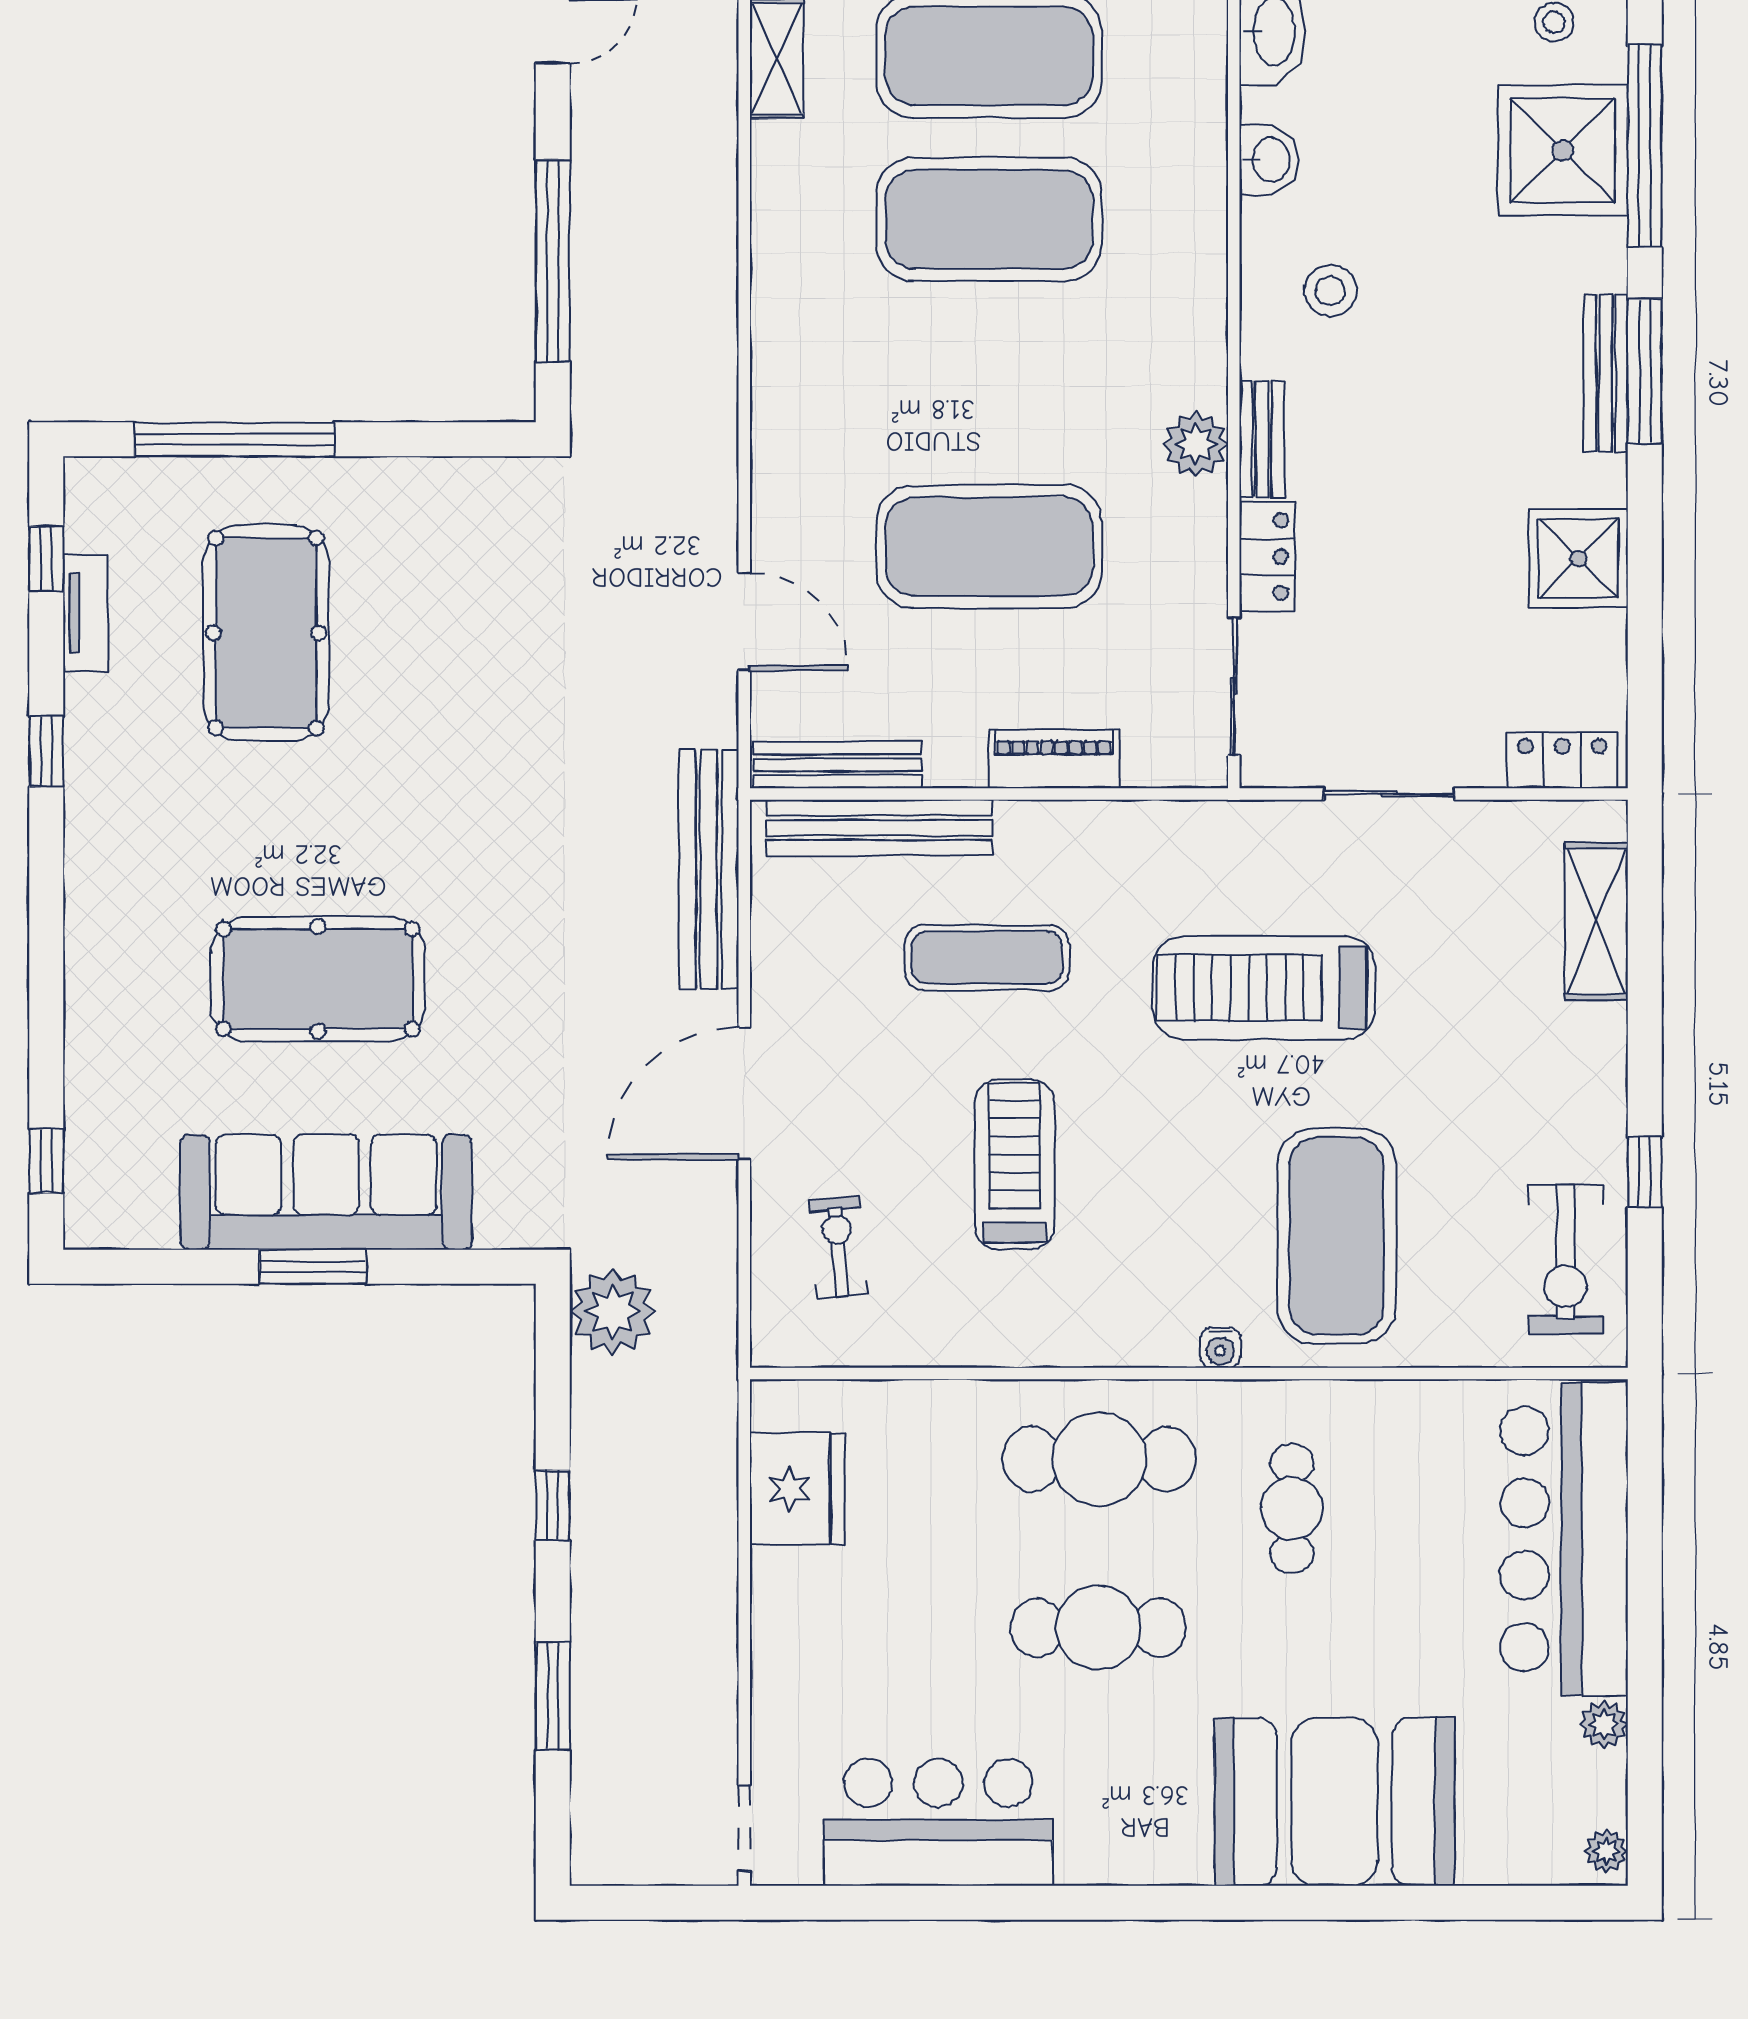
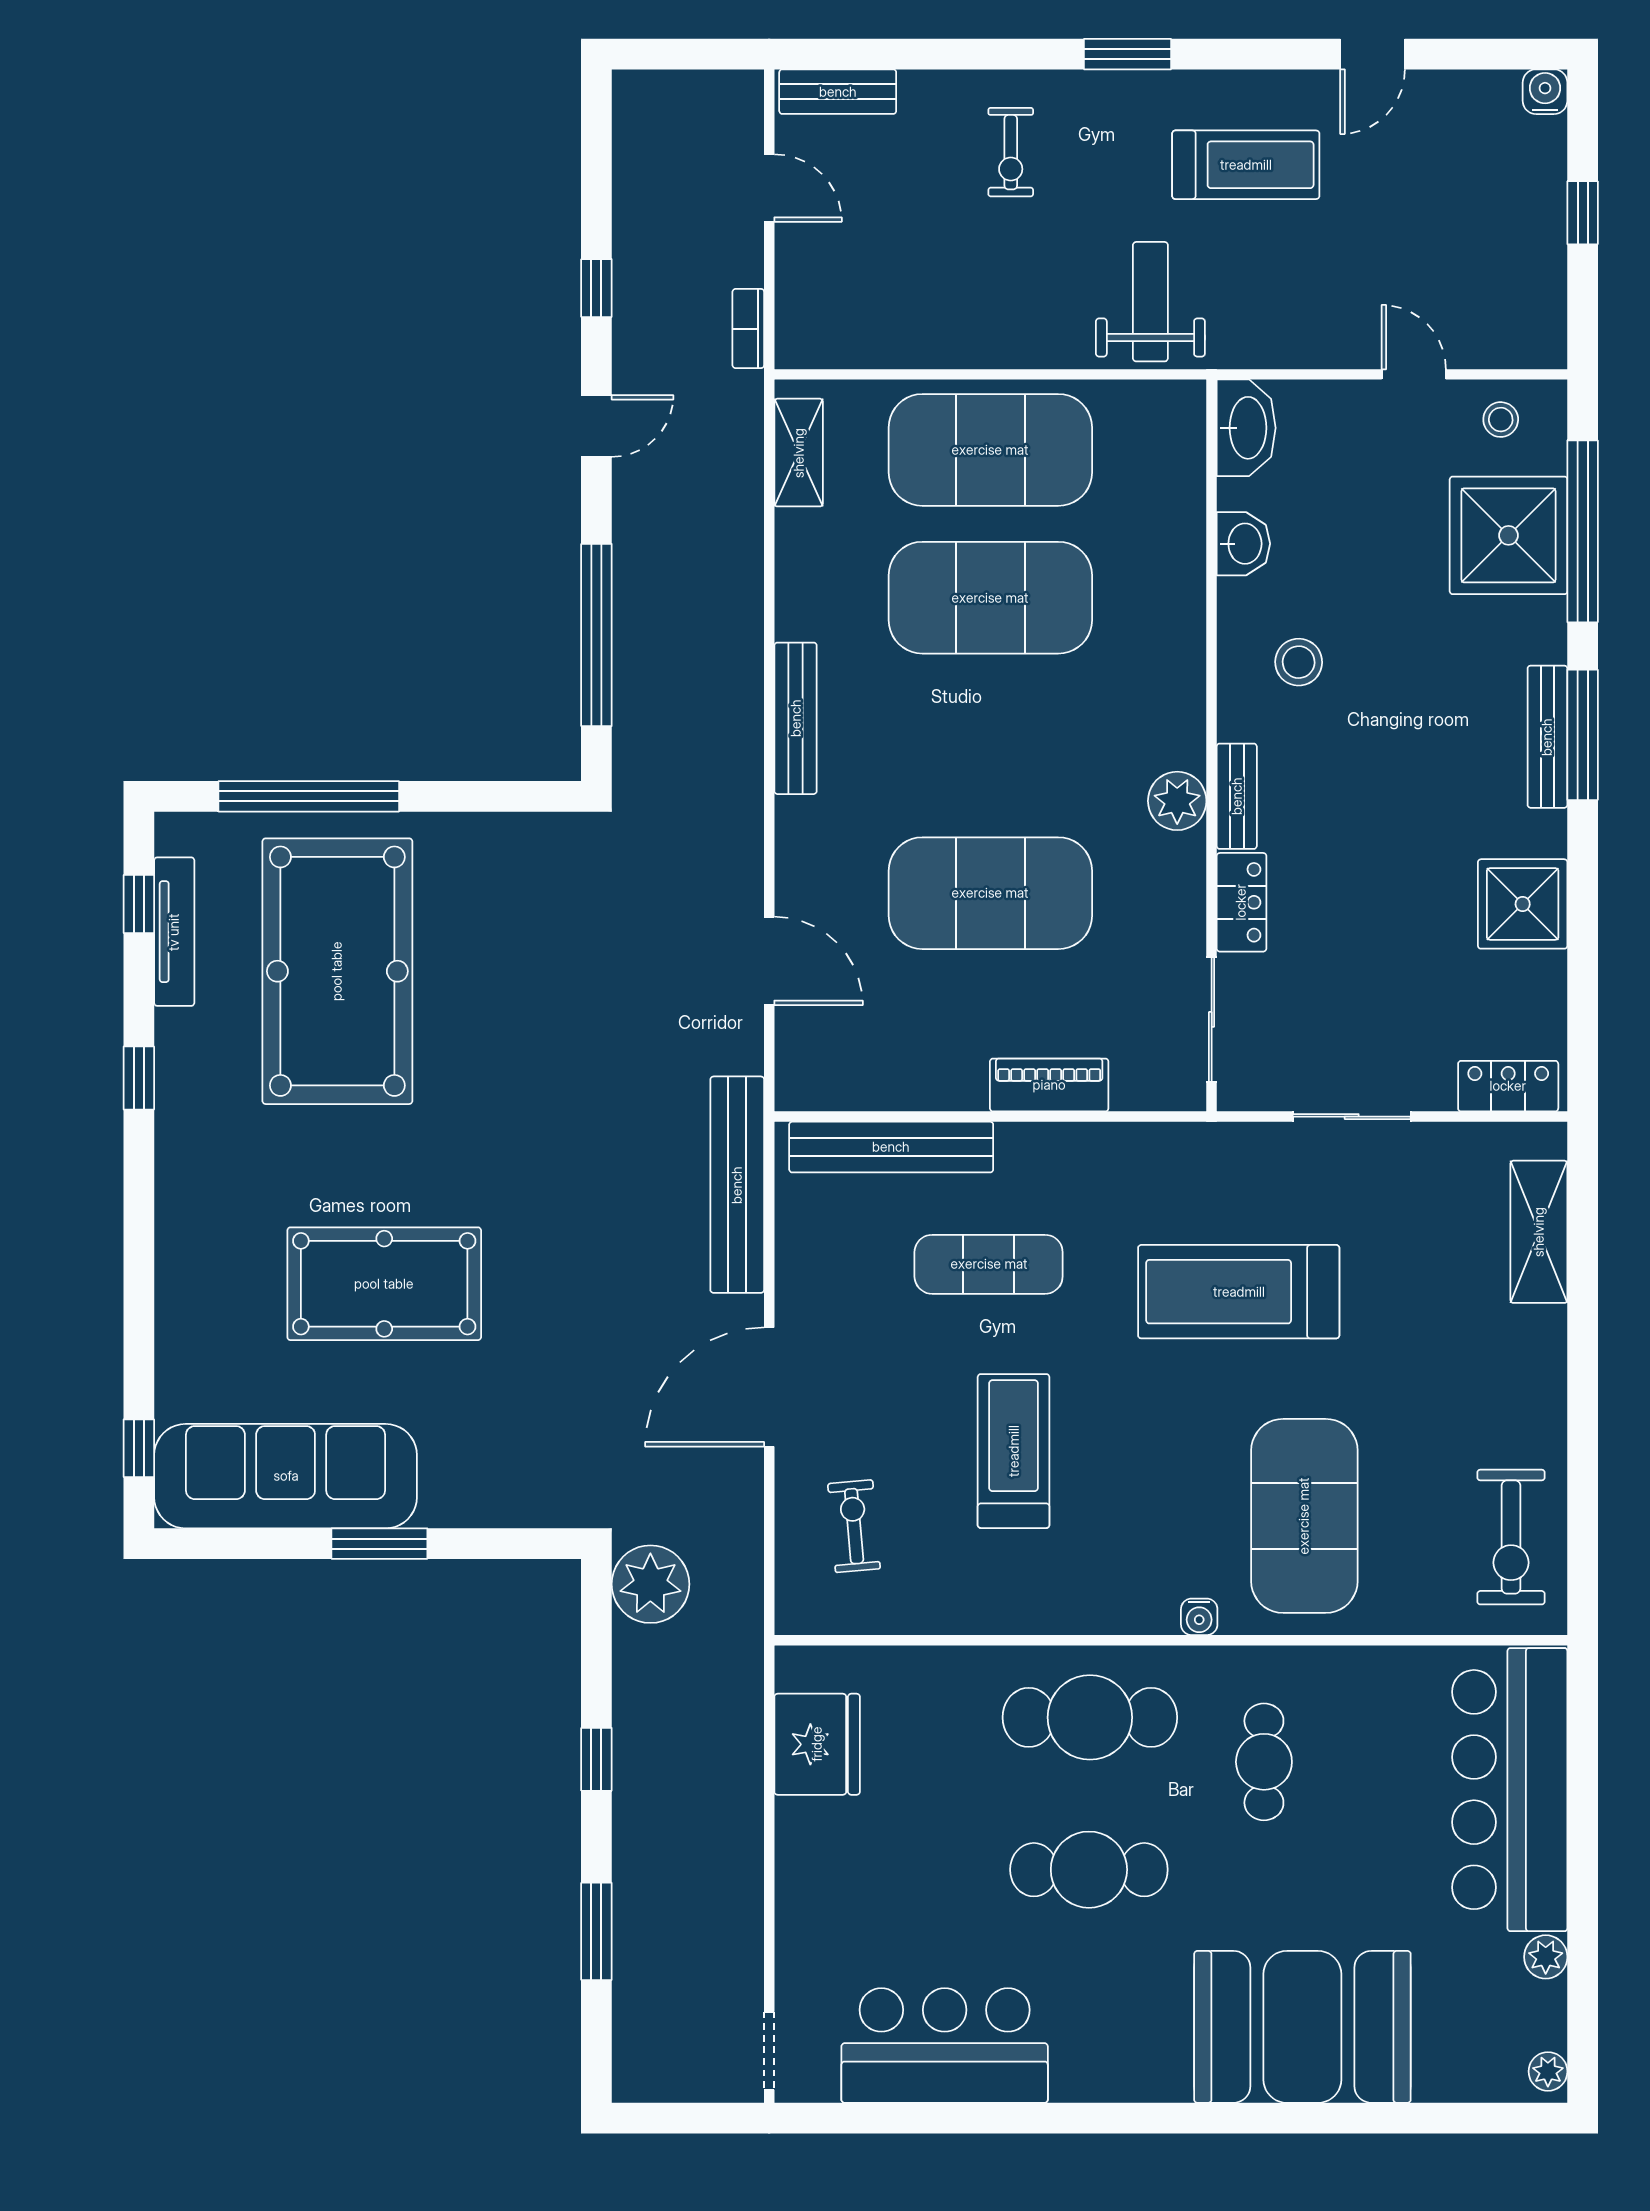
tv unit: (85, 613) -> (174, 932), width x1.41
pool table: (266, 633) -> (337, 971), width x1.36, depth x1.32
bench: (838, 765) -> (796, 718), moved, turned 90
window: (1645, 1172) -> (1583, 1458), removed
sofa: (326, 1192) -> (286, 1476), moved

